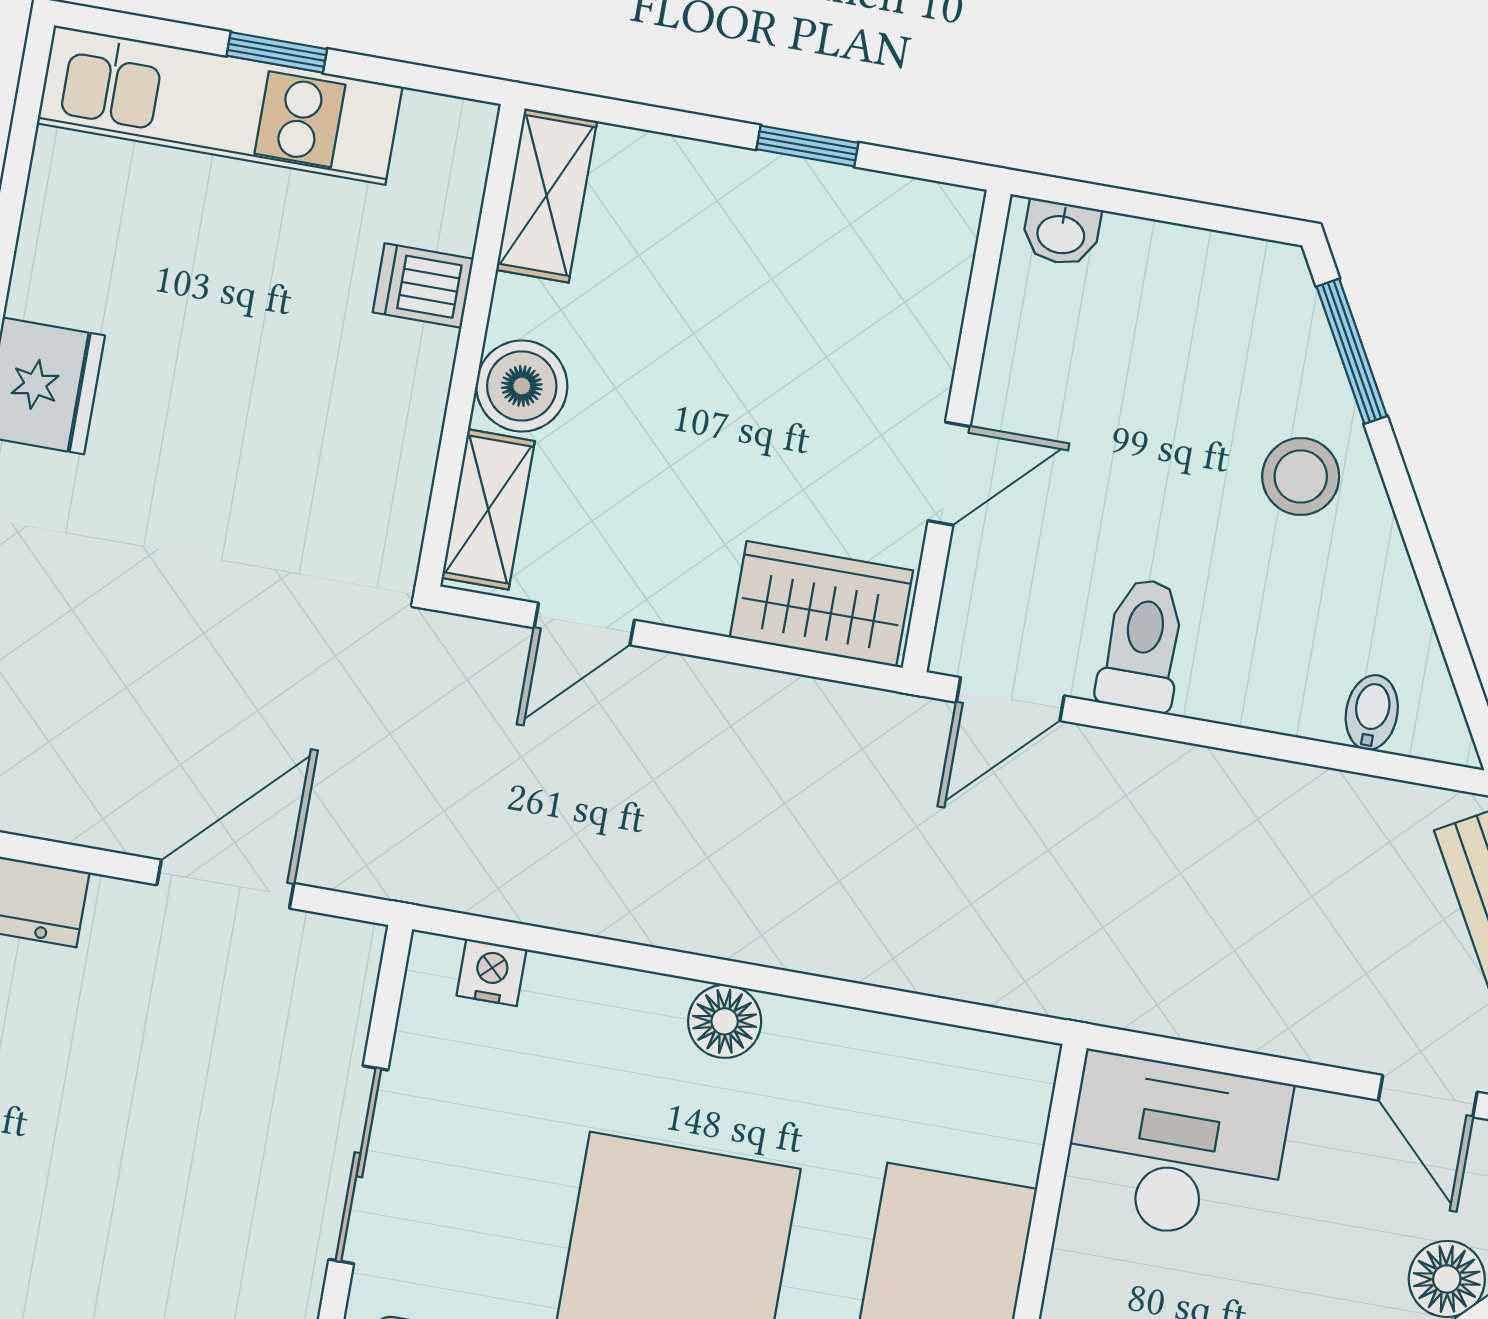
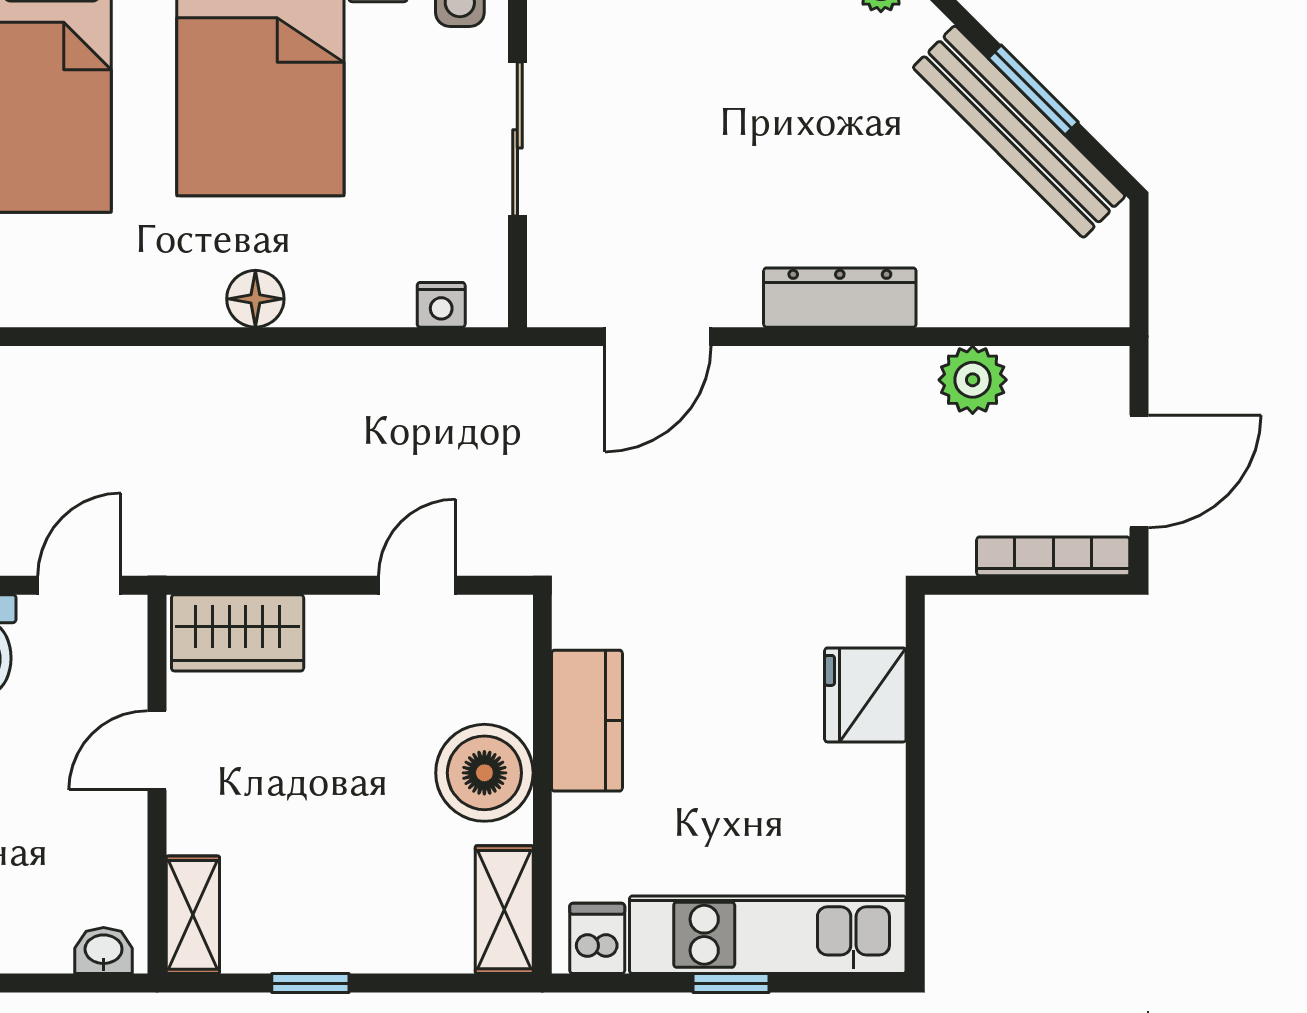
dishwasher: (423, 286) -> (597, 938), moved, turned -90
boiler: (522, 386) -> (484, 773), width x1.37, depth x1.37
kitchen counter: (400, 415) -> (587, 721), added
shelving: (488, 509) -> (193, 915), moved

